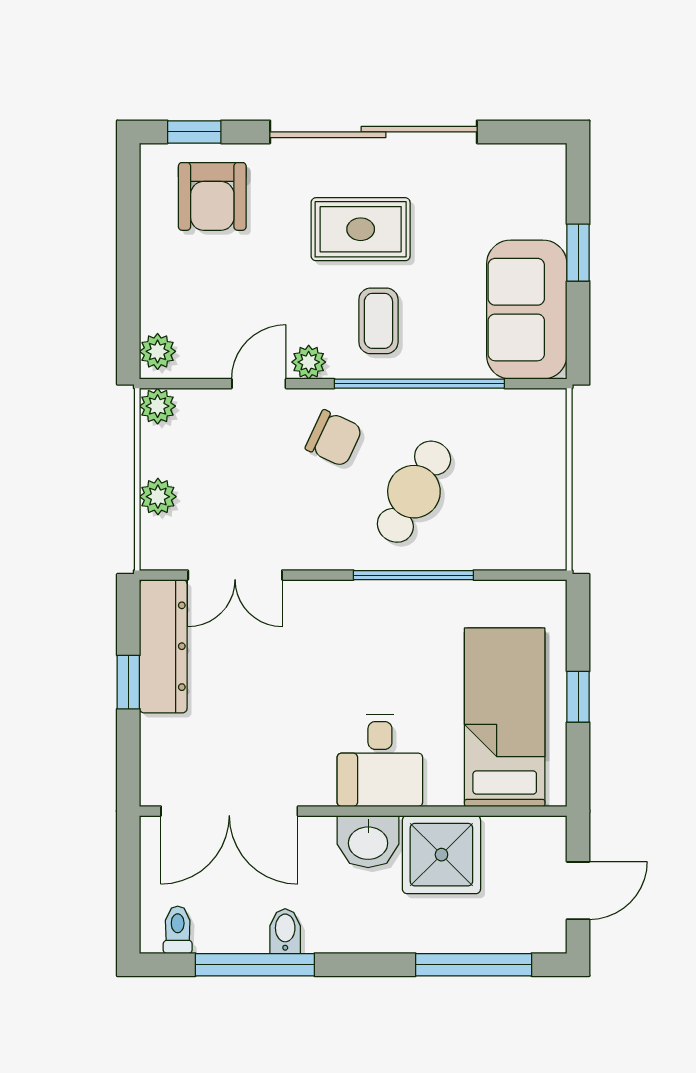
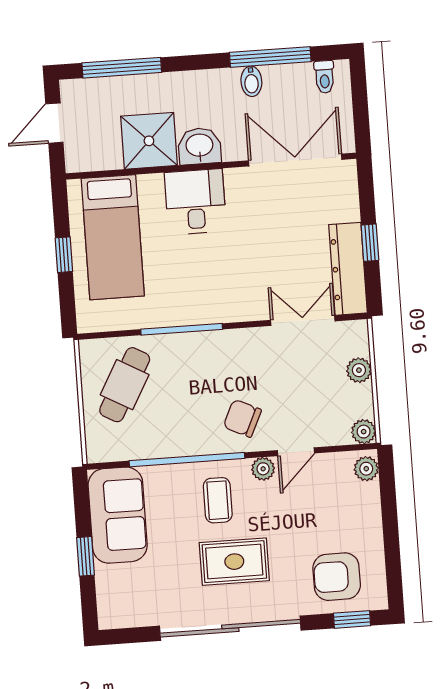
armchair: (212, 196) -> (337, 577), turned -90
cafe table: (414, 492) -> (125, 385), moved

